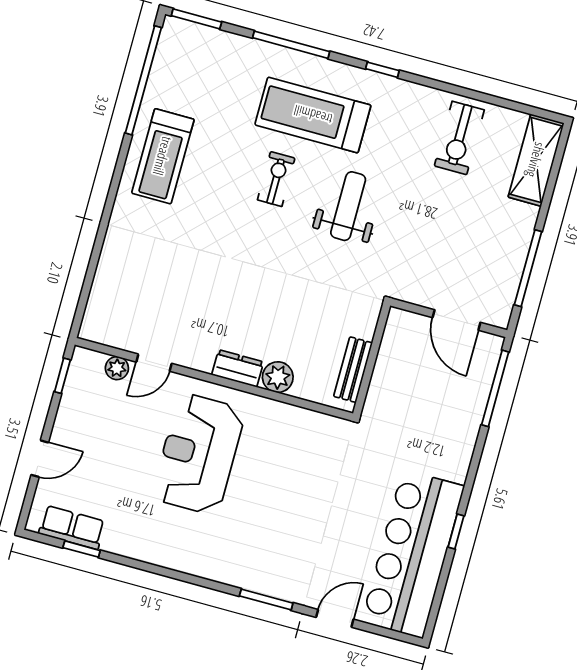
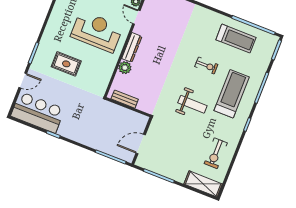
exercise bike: (459, 138) -> (216, 153), turned -90
treadmill: (163, 156) -> (236, 39), moved, turned 180
exercise bike: (276, 179) -> (206, 65), moved
dresser: (238, 368) -> (132, 47), width x1.44
rug: (284, 518) -> (66, 64), added
bar counter: (413, 554) -> (38, 112), width x0.73
door: (335, 618) -> (23, 81), hinge flipped

